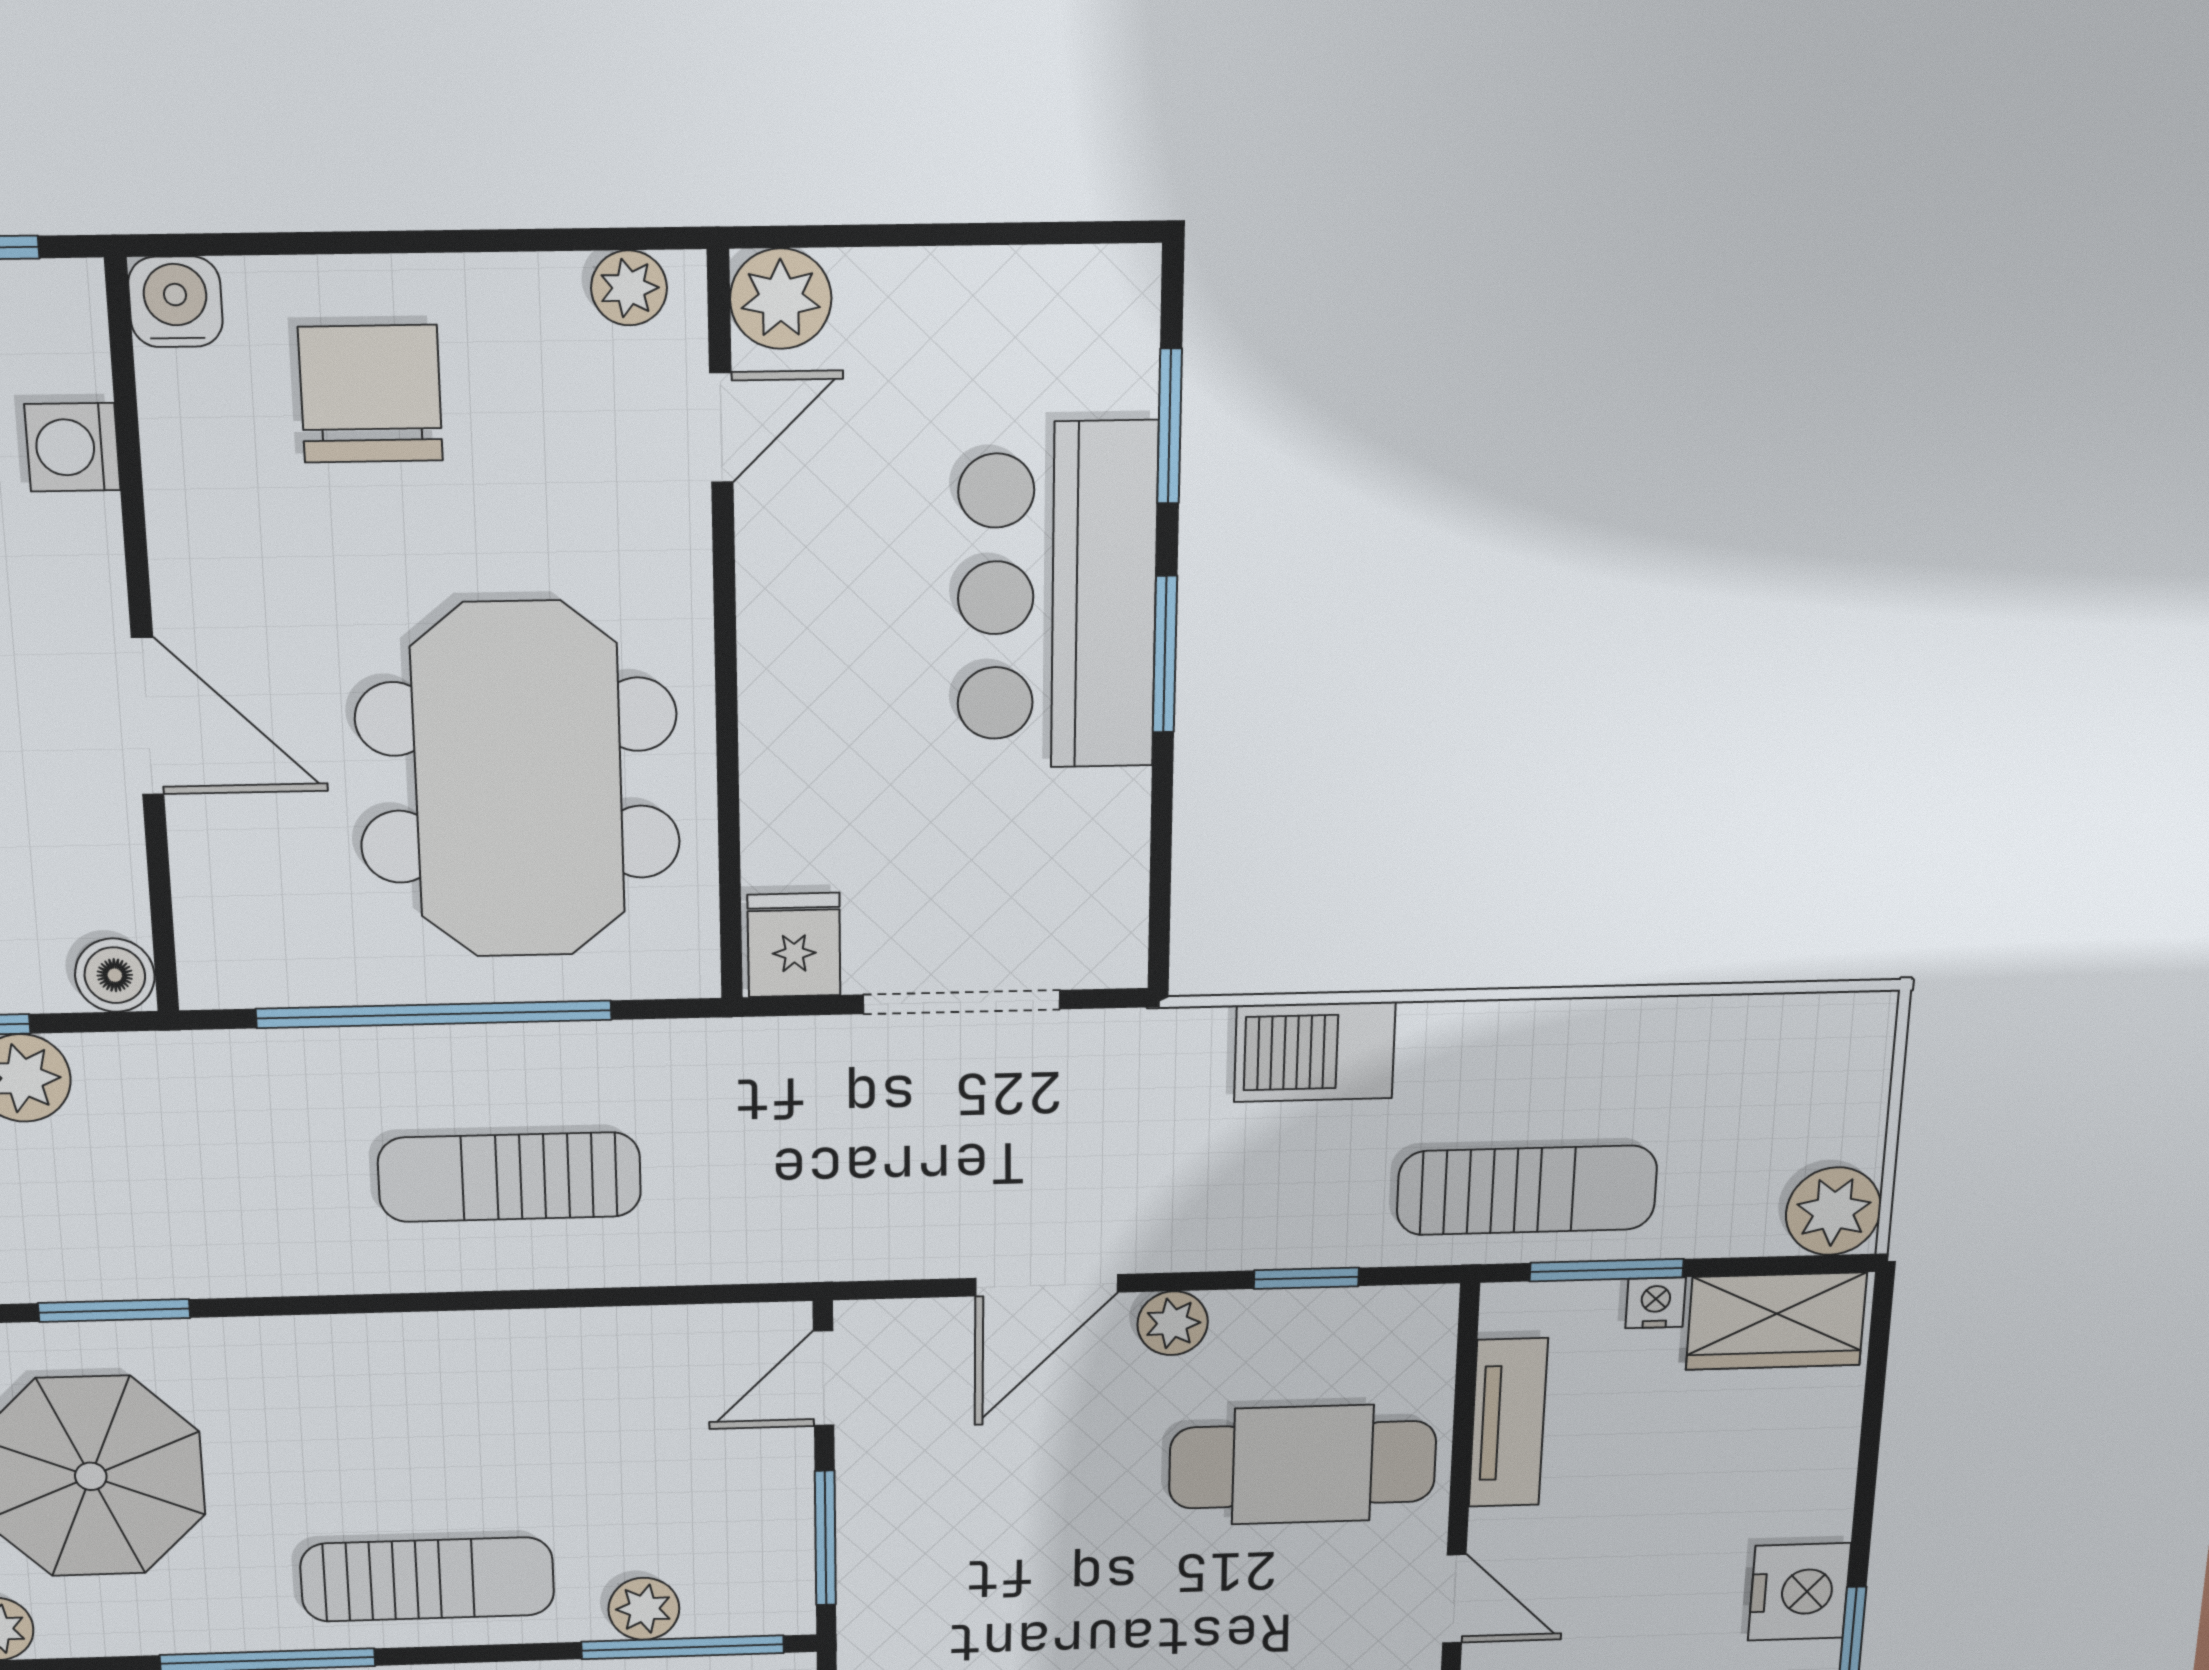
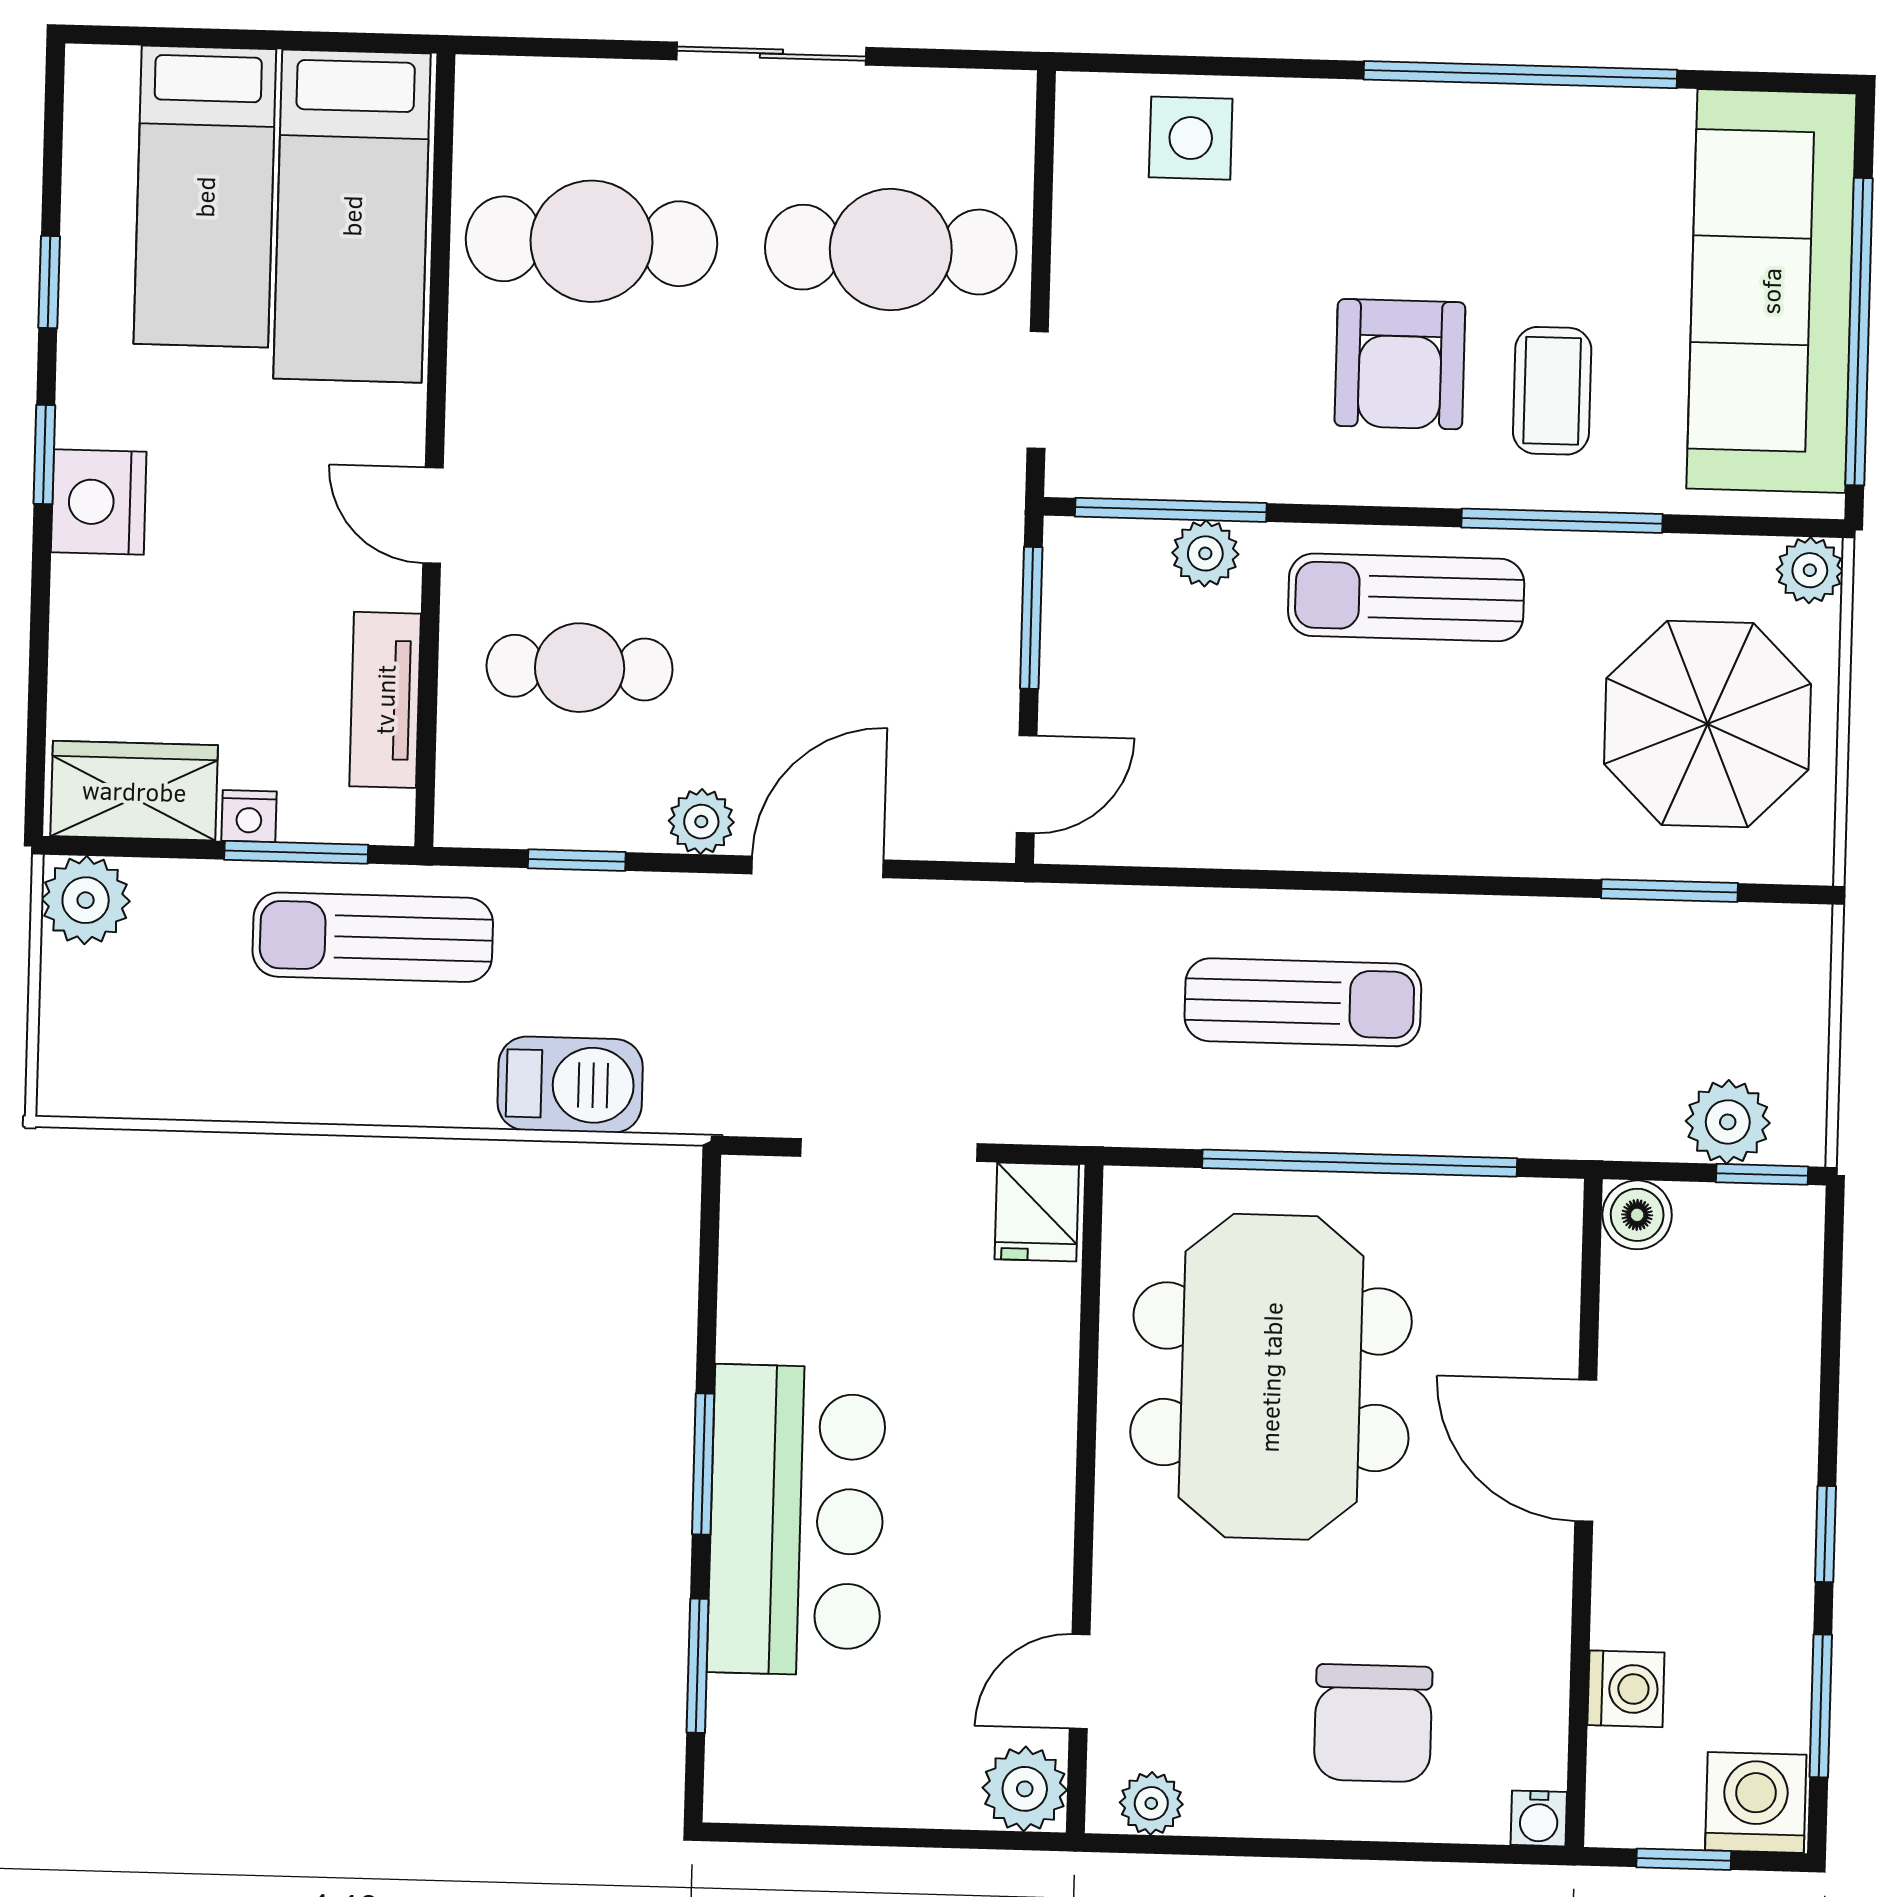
water cooler: (175, 302) -> (1539, 1818), width x0.72, depth x0.72
cafe table: (1303, 1465) -> (580, 668), width x0.73, depth x0.74

